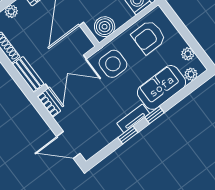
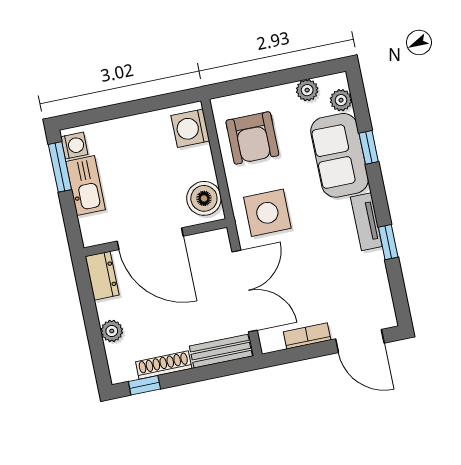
bookcase: (49, 104) -> (307, 336), moved
window: (154, 115) -> (369, 147), moved
door: (68, 145) -> (360, 341), hinge flipped

